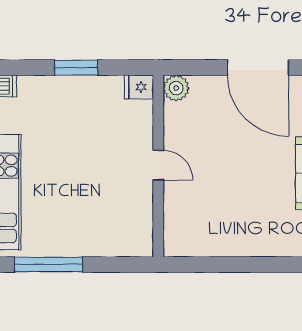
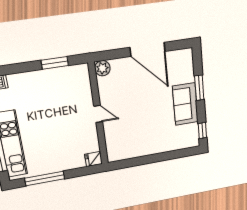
window: (76, 68) -> (55, 63), moved
fridge: (139, 87) -> (94, 159), moved

